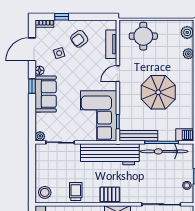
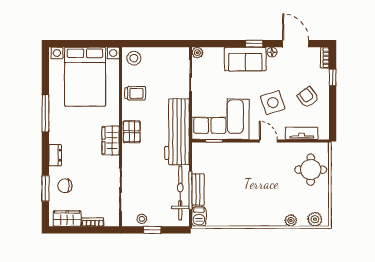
side table: (59, 53) -> (273, 103), moved, width x1.87, depth x1.87
parasol: (158, 92) -> (247, 187), removed
bench: (138, 136) -> (198, 190), moved, width x0.73

